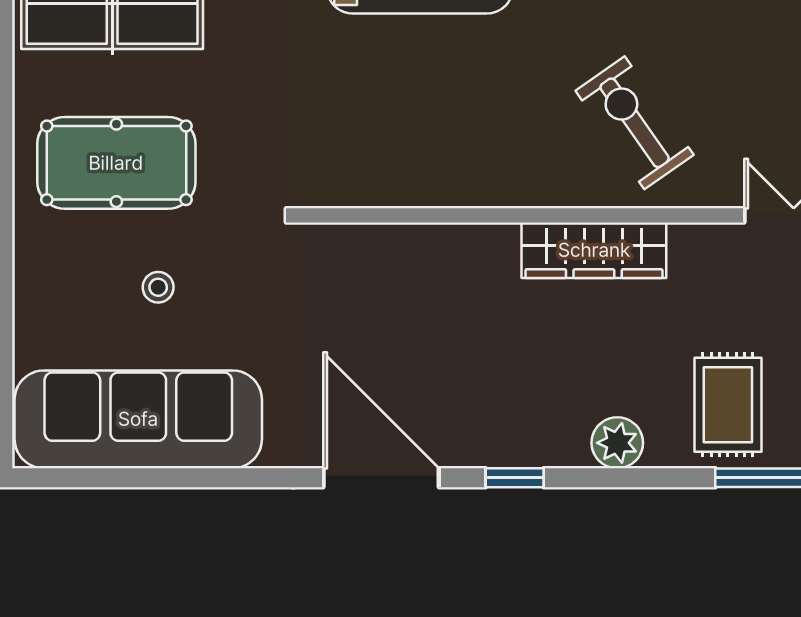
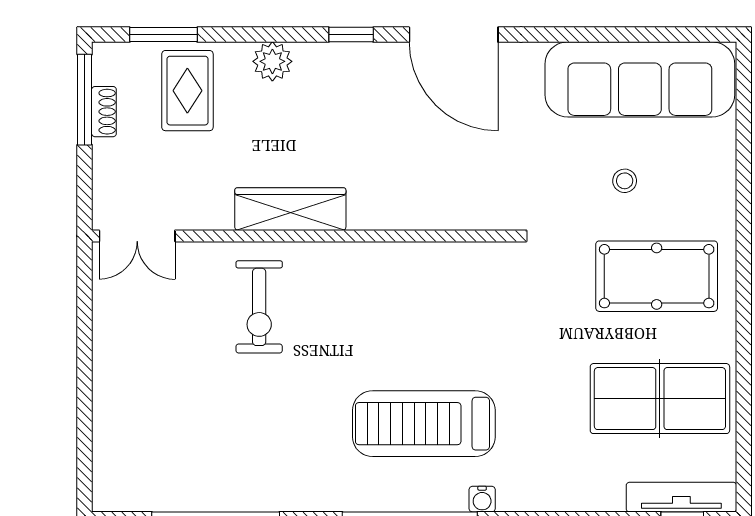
exercise bike: (635, 123) -> (259, 307), turned 35

